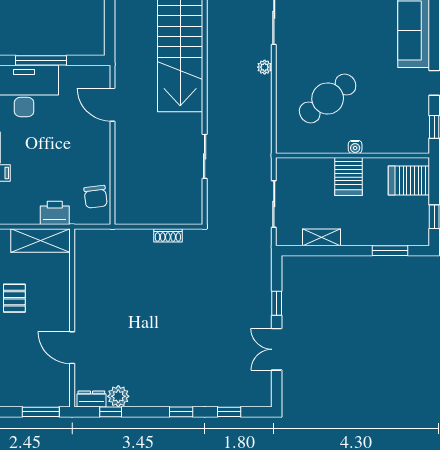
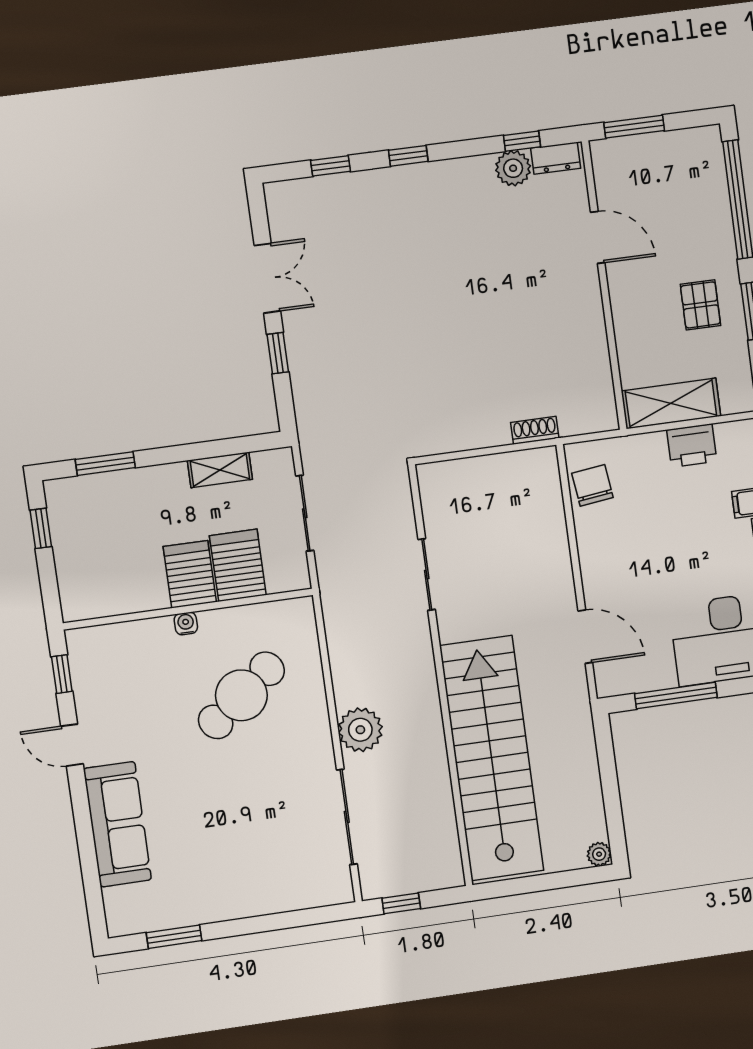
window: (41, 60) -> (676, 695), moved
plant: (265, 67) -> (360, 730), width x1.88, depth x1.88
server rack: (409, 181) -> (238, 565), moved, turned -90
printer: (55, 213) -> (692, 446), moved
shoe rack: (168, 235) -> (535, 430), moved

